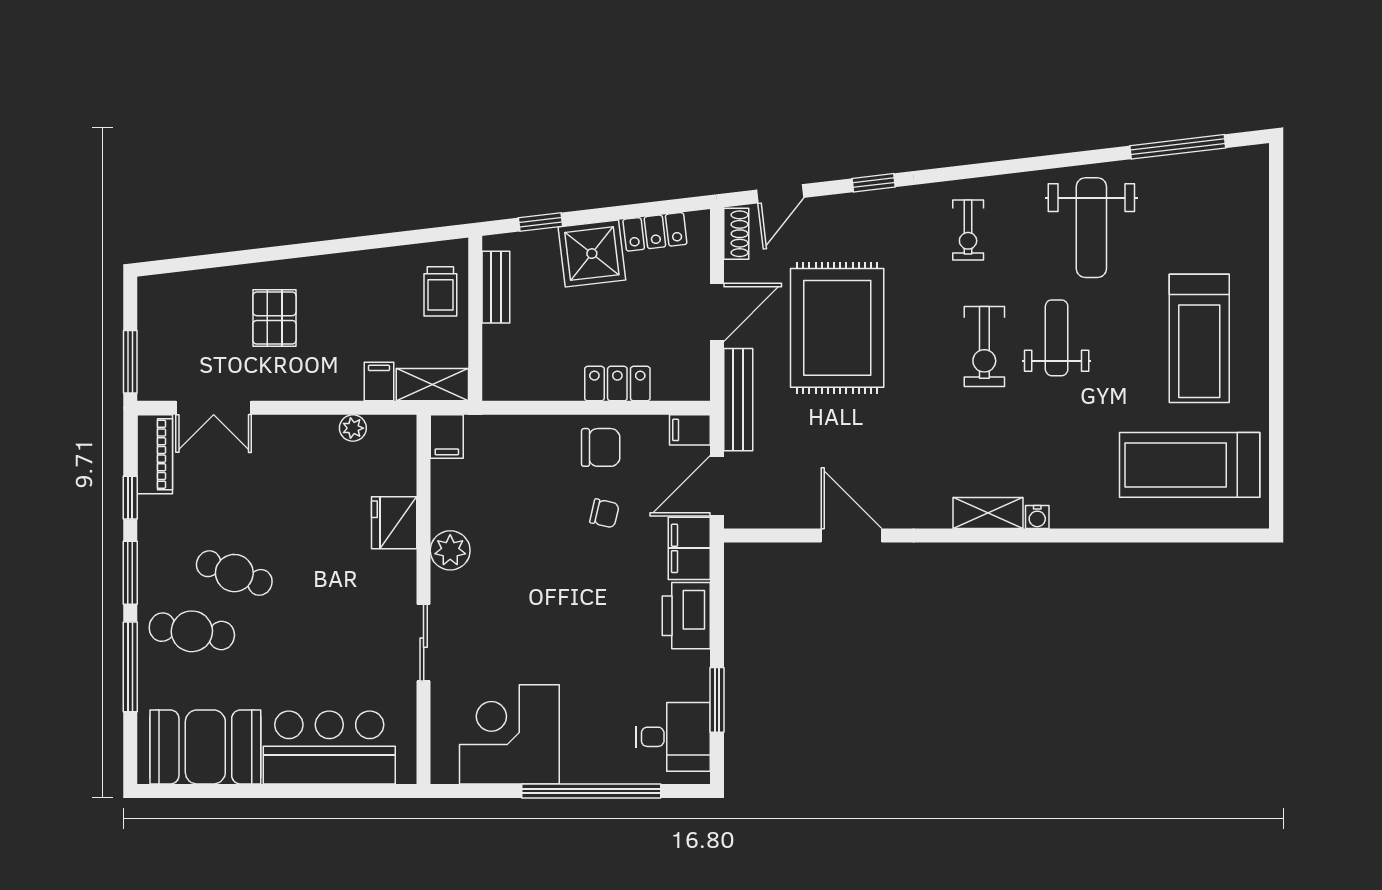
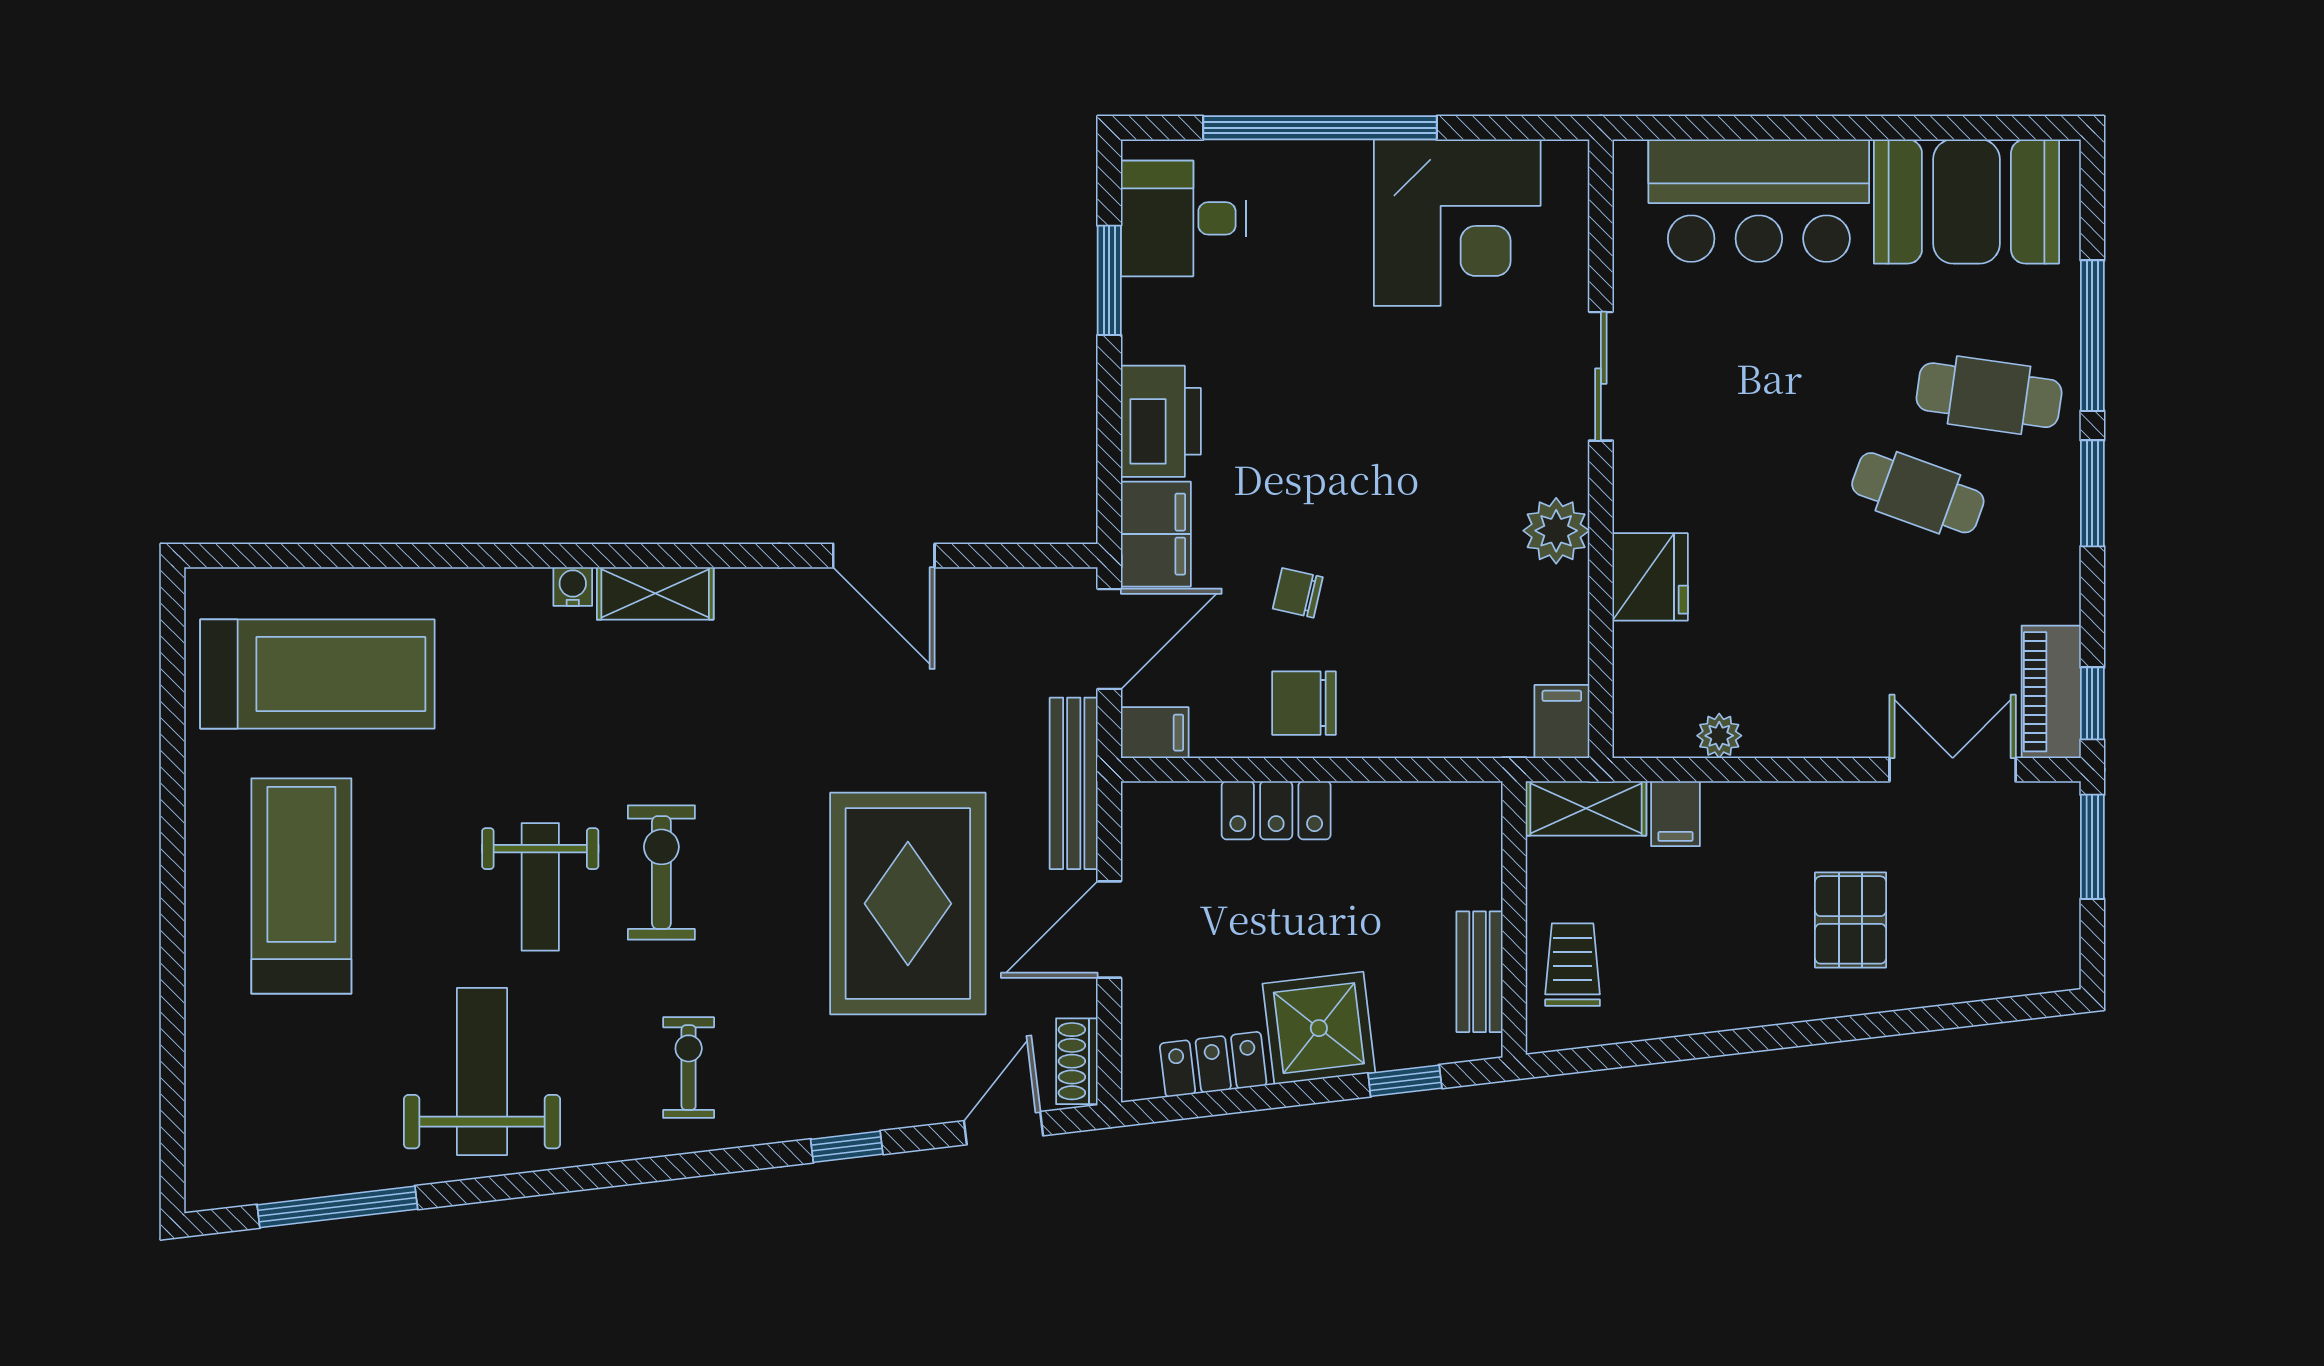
window: (130, 498) -> (2092, 703), moved

